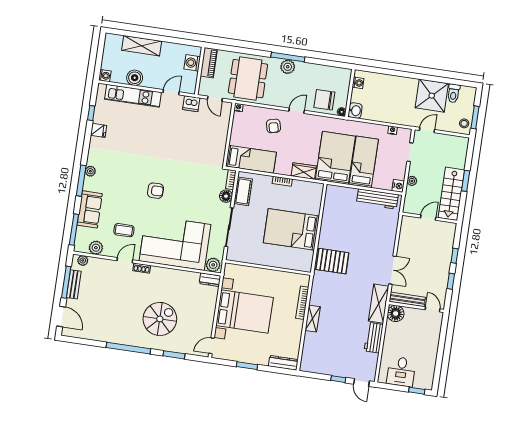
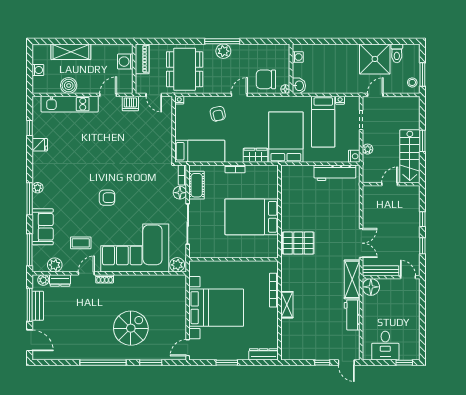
washing machine: (105, 76) -> (38, 70), moved
bed: (364, 162) -> (323, 122), moved, turned 180
dresser: (210, 280) -> (60, 280), moved

